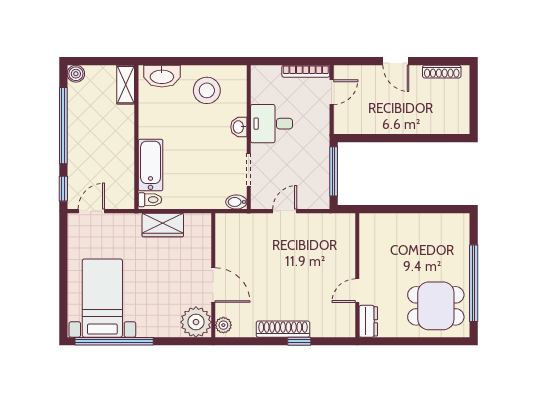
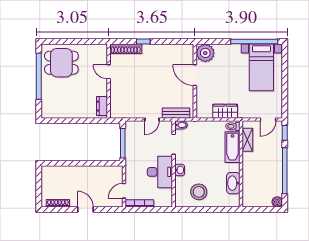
washbasin: (162, 76) -> (233, 183), moved, turned -90
shelving: (126, 85) -> (247, 140), moved
desk: (272, 124) -> (160, 172), width x1.37
bench: (245, 222) -> (176, 113), added
door: (357, 291) -> (109, 72), swing flipped
dresser: (368, 321) -> (102, 106), moved
plant: (223, 325) -> (189, 51), removed
shoe rack: (283, 329) -> (126, 49), moved

